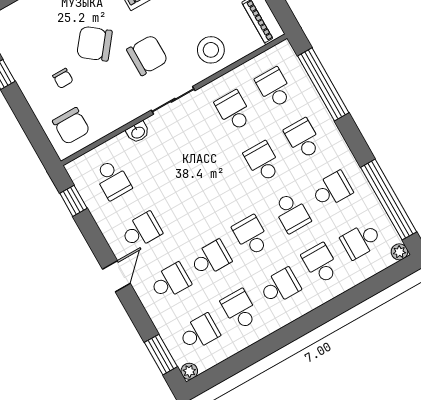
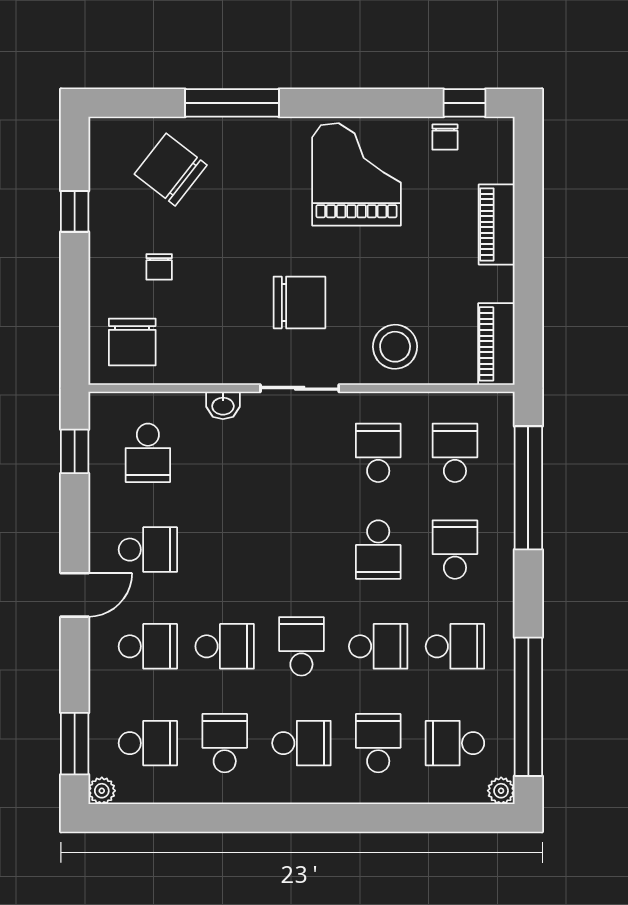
chair: (94, 44) -> (171, 170), moved
school desk: (263, 162) -> (378, 550), turned 180
school desk: (292, 213) -> (378, 646), turned -90

